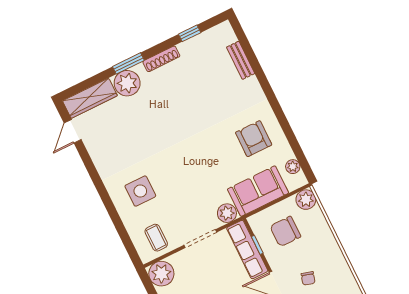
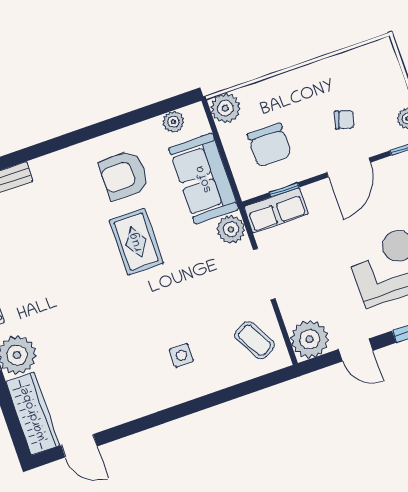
rug: (211, 152) -> (136, 242), added
side table: (140, 191) -> (182, 355), width x0.54, depth x0.54
coffee table: (156, 238) -> (255, 340), turned 60
row of seats: (247, 250) -> (276, 210), width x0.68

